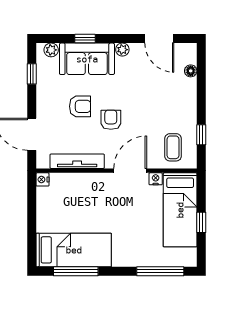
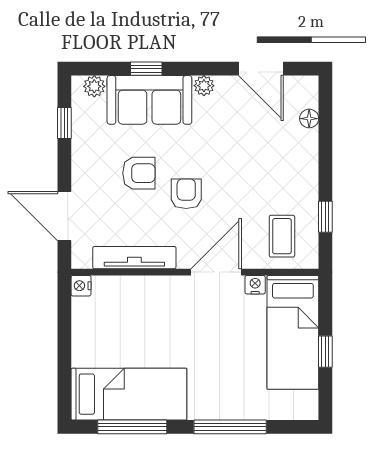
window: (160, 271) -> (230, 427), moved

